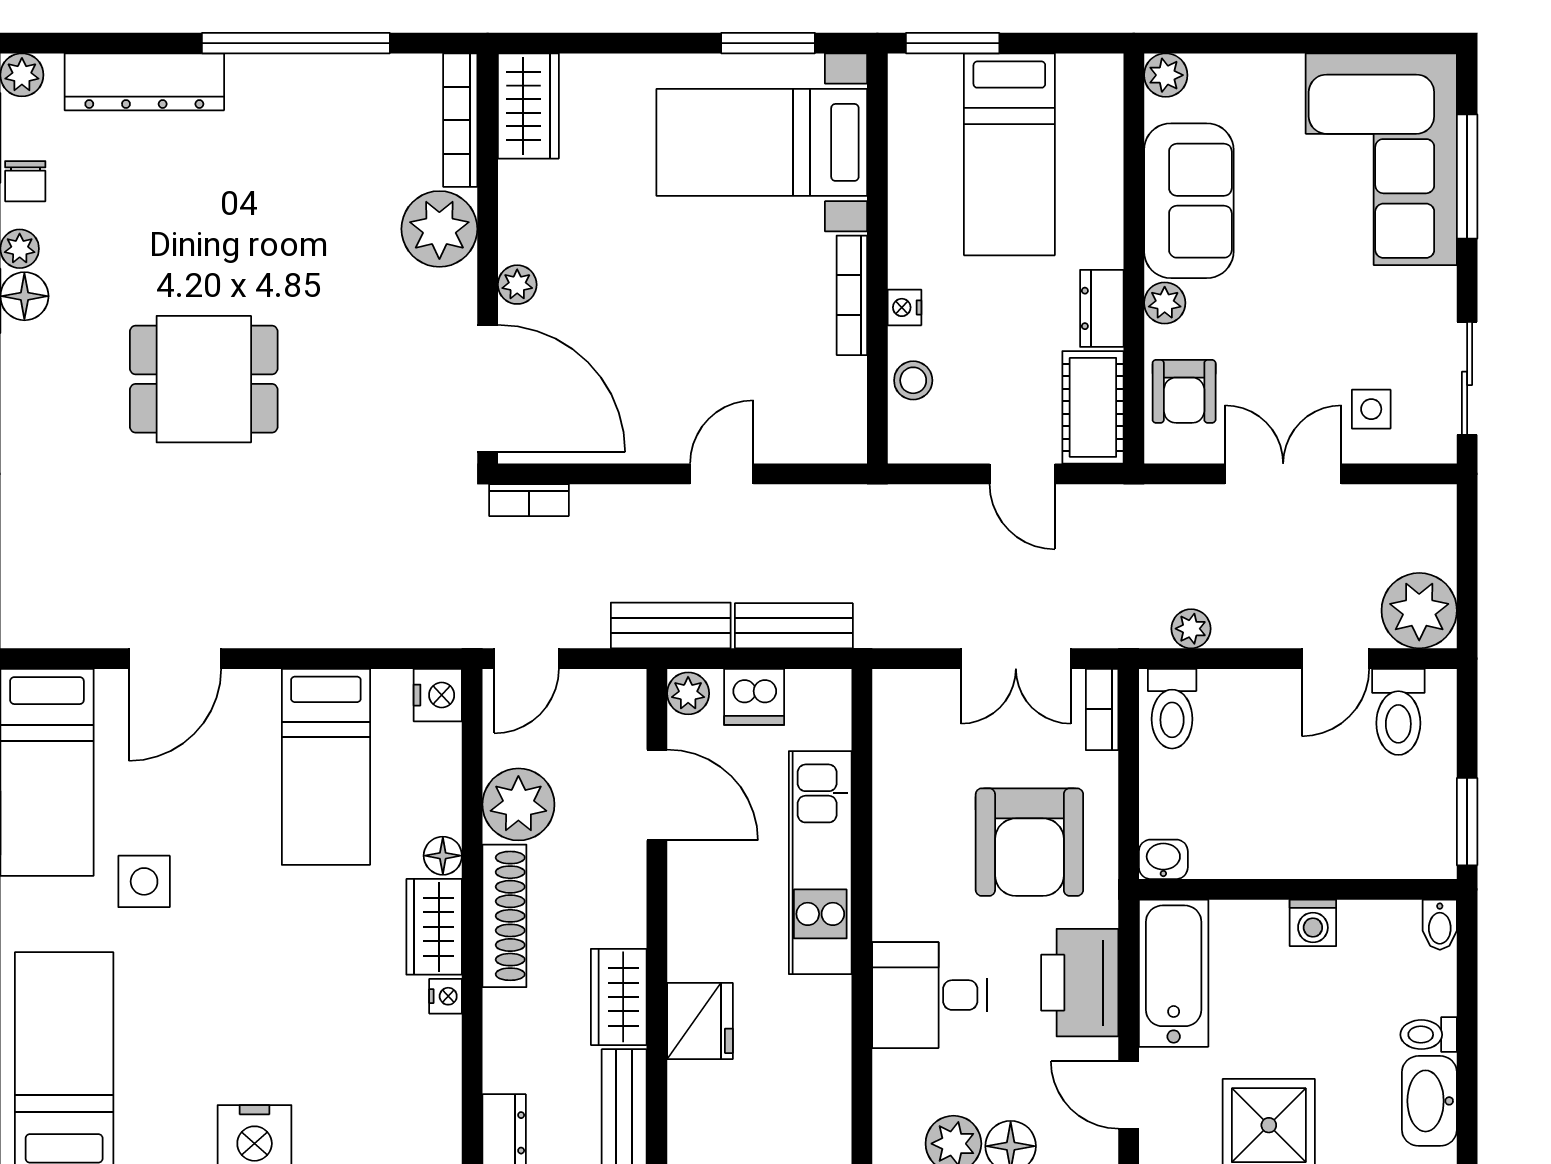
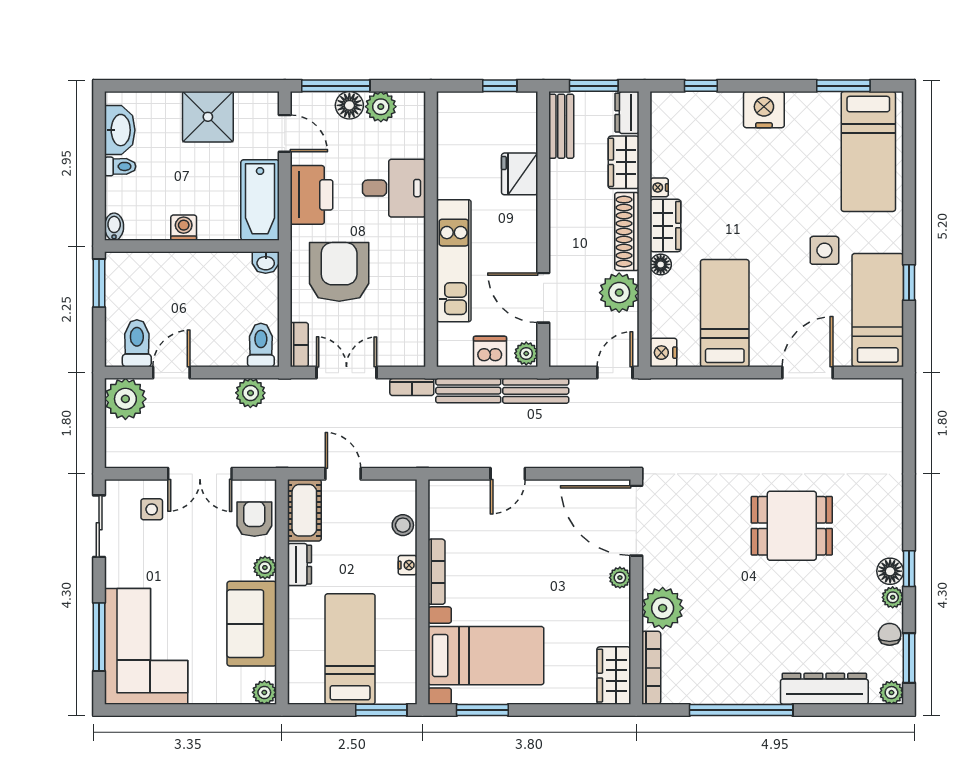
bookcase: (529, 500) -> (412, 387), moved, turned 180
plant: (1191, 629) -> (250, 393), width x1.38, depth x1.38
wardrobe: (619, 997) -> (624, 162), moved, turned 180

